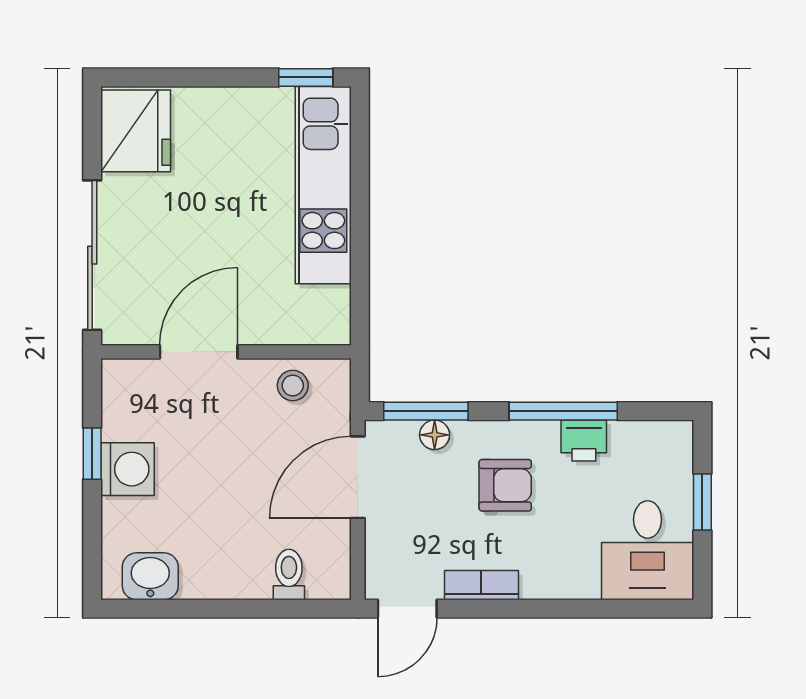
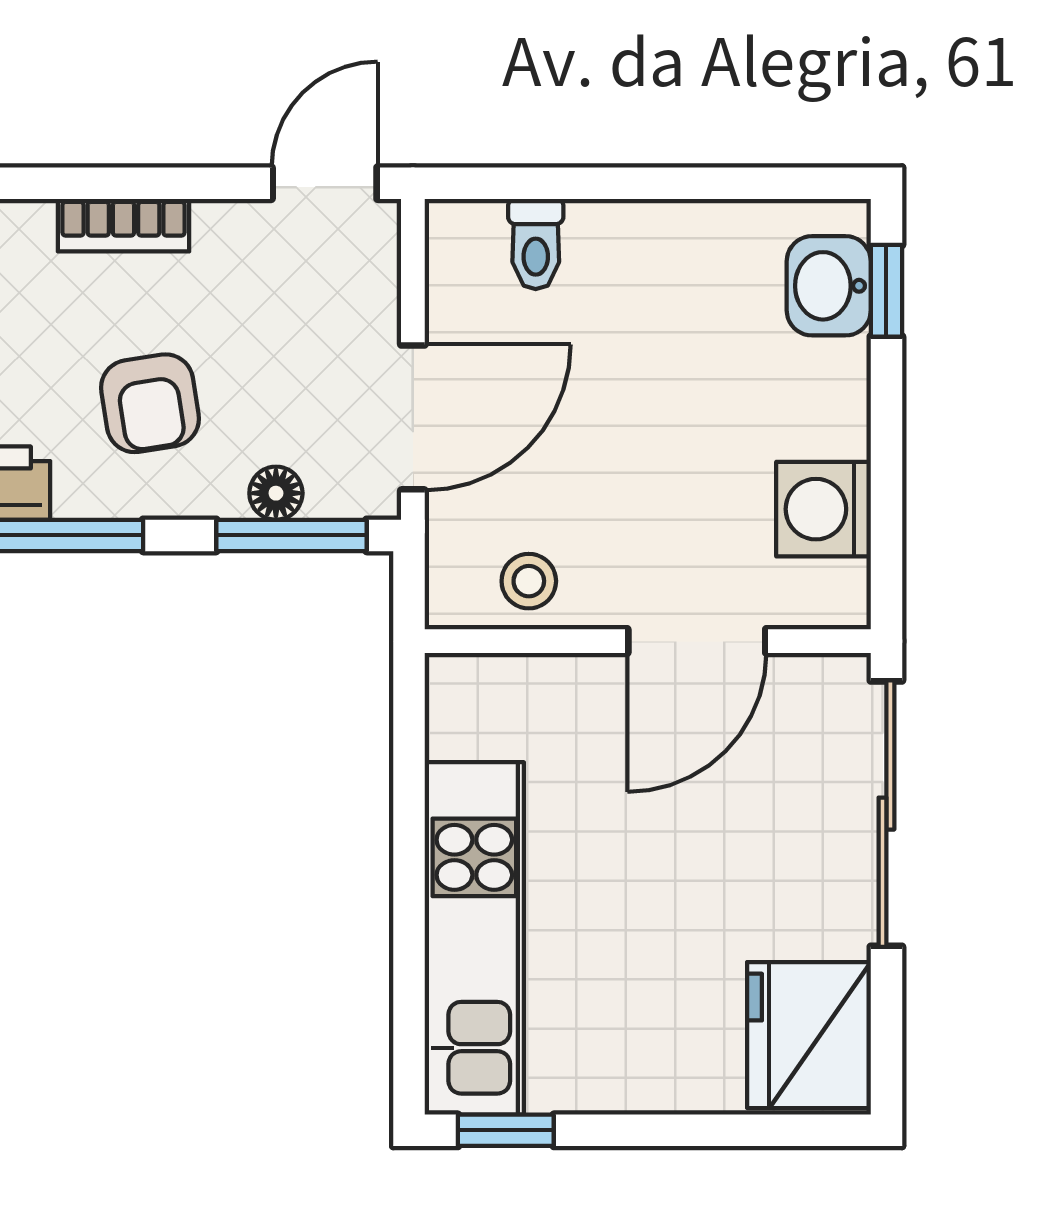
window: (92, 454) -> (886, 291), moved
washing machine: (127, 469) -> (824, 509), moved
armchair: (505, 485) -> (150, 403), turned -99
washbasin: (150, 576) -> (829, 286), moved, turned 90
bookcase: (481, 585) -> (123, 225), moved

